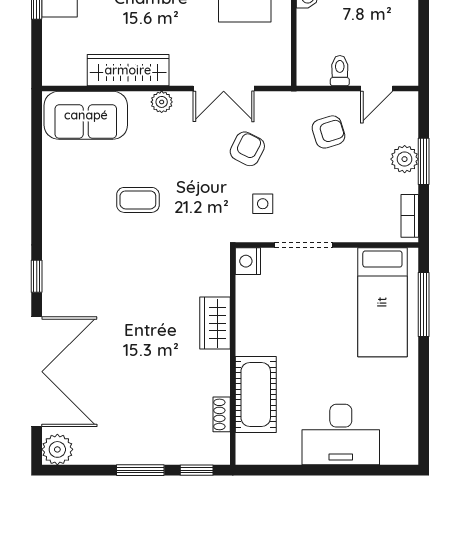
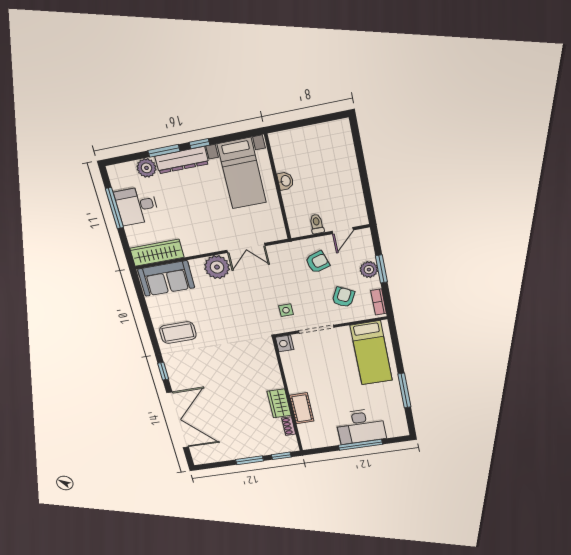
wardrobe: (128, 70) -> (157, 253), moved
plant: (162, 102) -> (217, 267), width x1.88, depth x1.88
armchair: (247, 149) -> (343, 297), moved
coffee table: (138, 200) -> (178, 333), moved, width x1.36, depth x1.30
window: (424, 304) -> (404, 391), moved
wardrobe: (215, 323) -> (279, 403), moved
cot: (256, 394) -> (302, 408), width x0.73, depth x0.75
plant: (57, 449) -> (201, 457), removed
window: (334, 470) -> (360, 445), added

